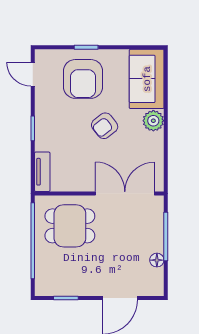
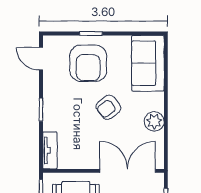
plant: (153, 121) -> (154, 121), moved

